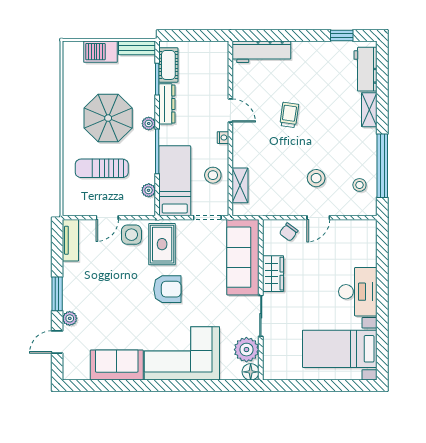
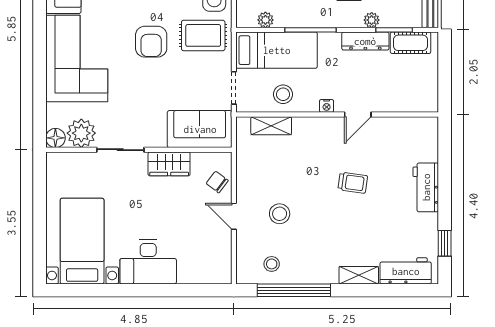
workbench: (261, 52) -> (426, 187), moved, width x0.73
plant: (149, 124) -> (372, 20), moved
sofa: (243, 257) -> (200, 129), width x0.73

